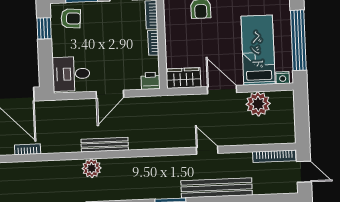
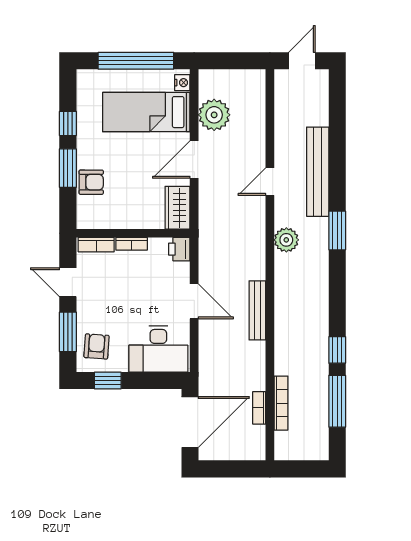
desk: (71, 74) -> (158, 349), width x1.37
bookcase: (274, 156) -> (281, 403), moved
plant: (92, 168) -> (286, 240), moved

